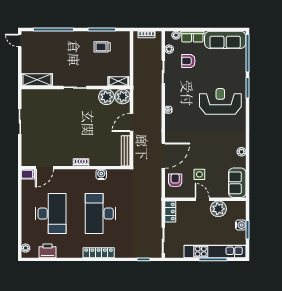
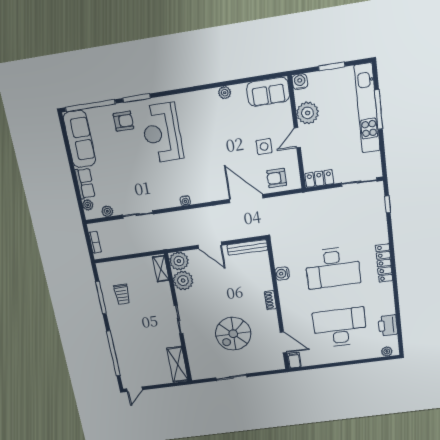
armchair: (188, 61) -> (123, 121), moved, turned -90
spiral stairs: (57, 129) -> (233, 334), added
water cooler: (241, 225) -> (300, 82), moved

